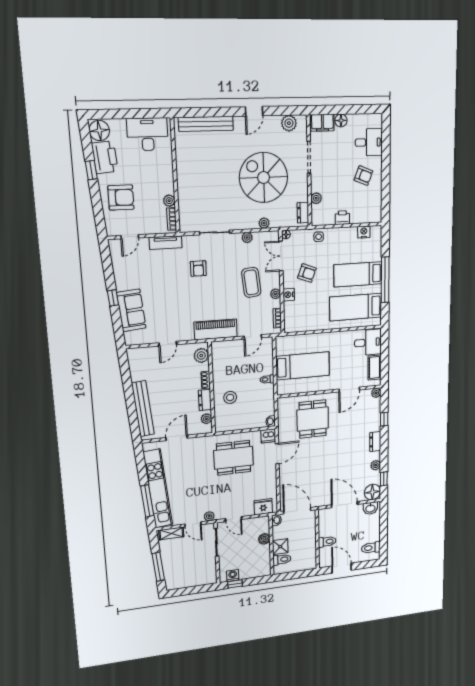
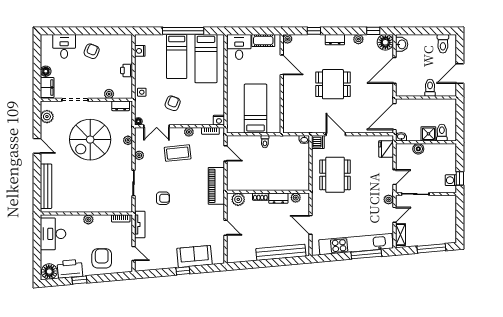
plant: (169, 201) -> (88, 220), moved
nightstand: (289, 295) -> (219, 120), moved
stool: (230, 397) -> (278, 176), removed
dining table: (313, 419) -> (333, 84), moved

